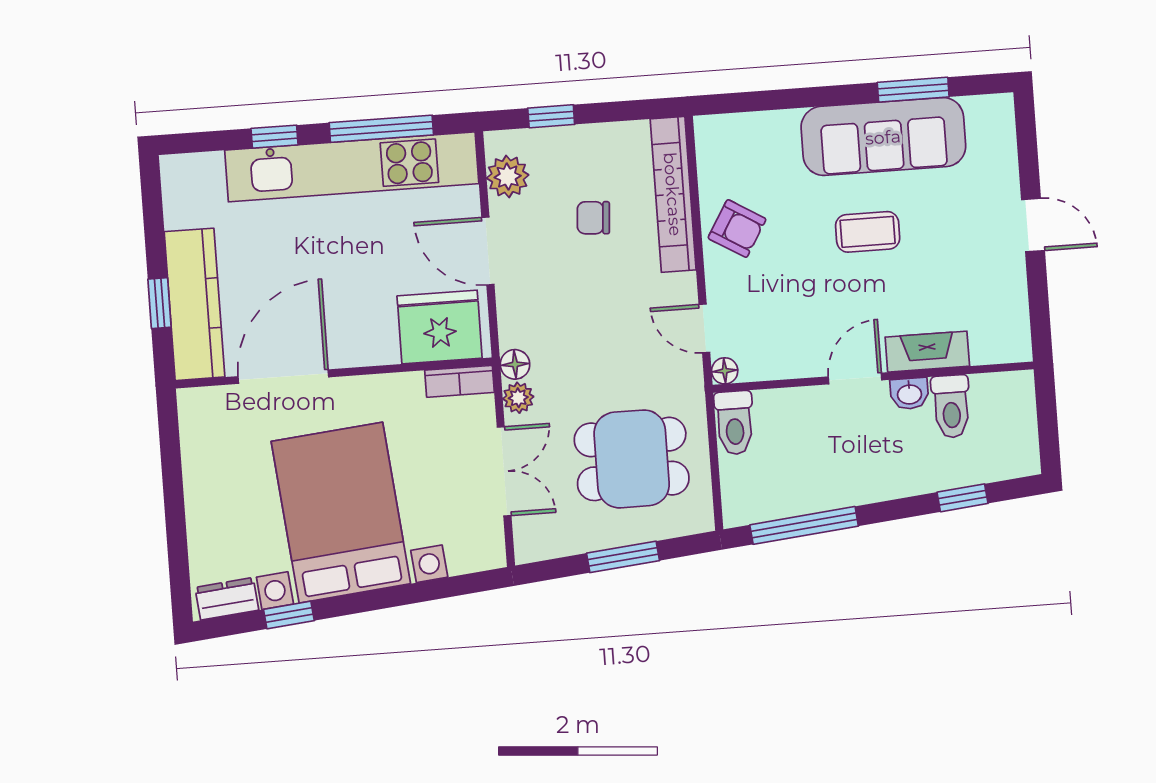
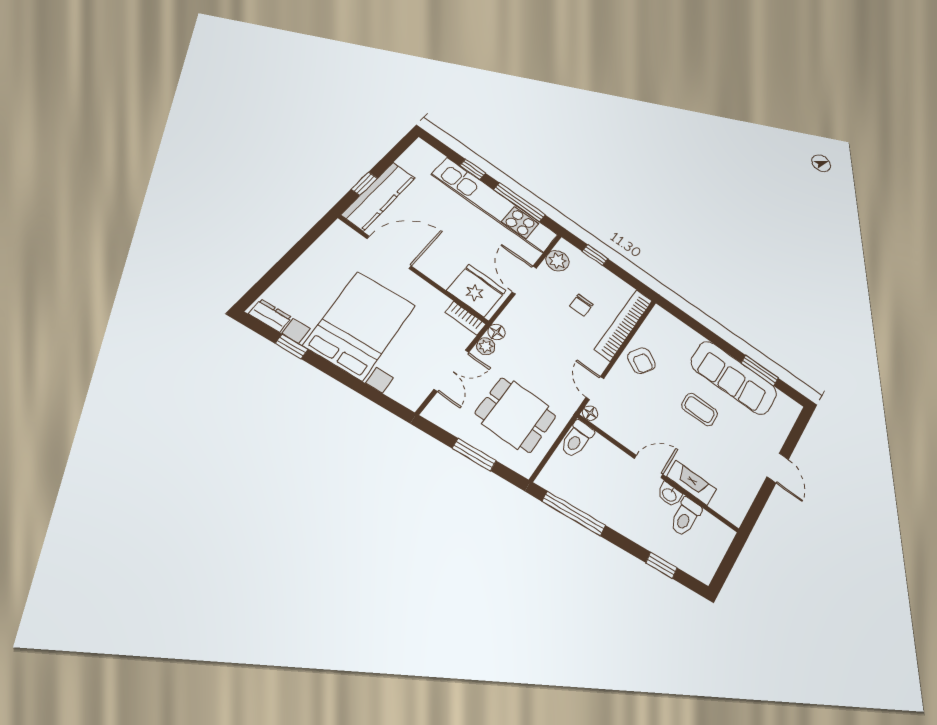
chair: (593, 218) -> (581, 305), turned -94

